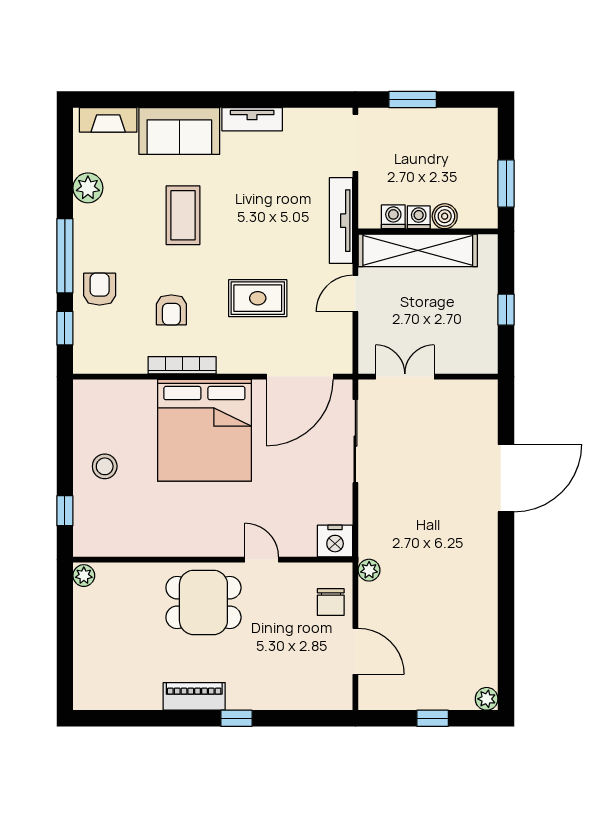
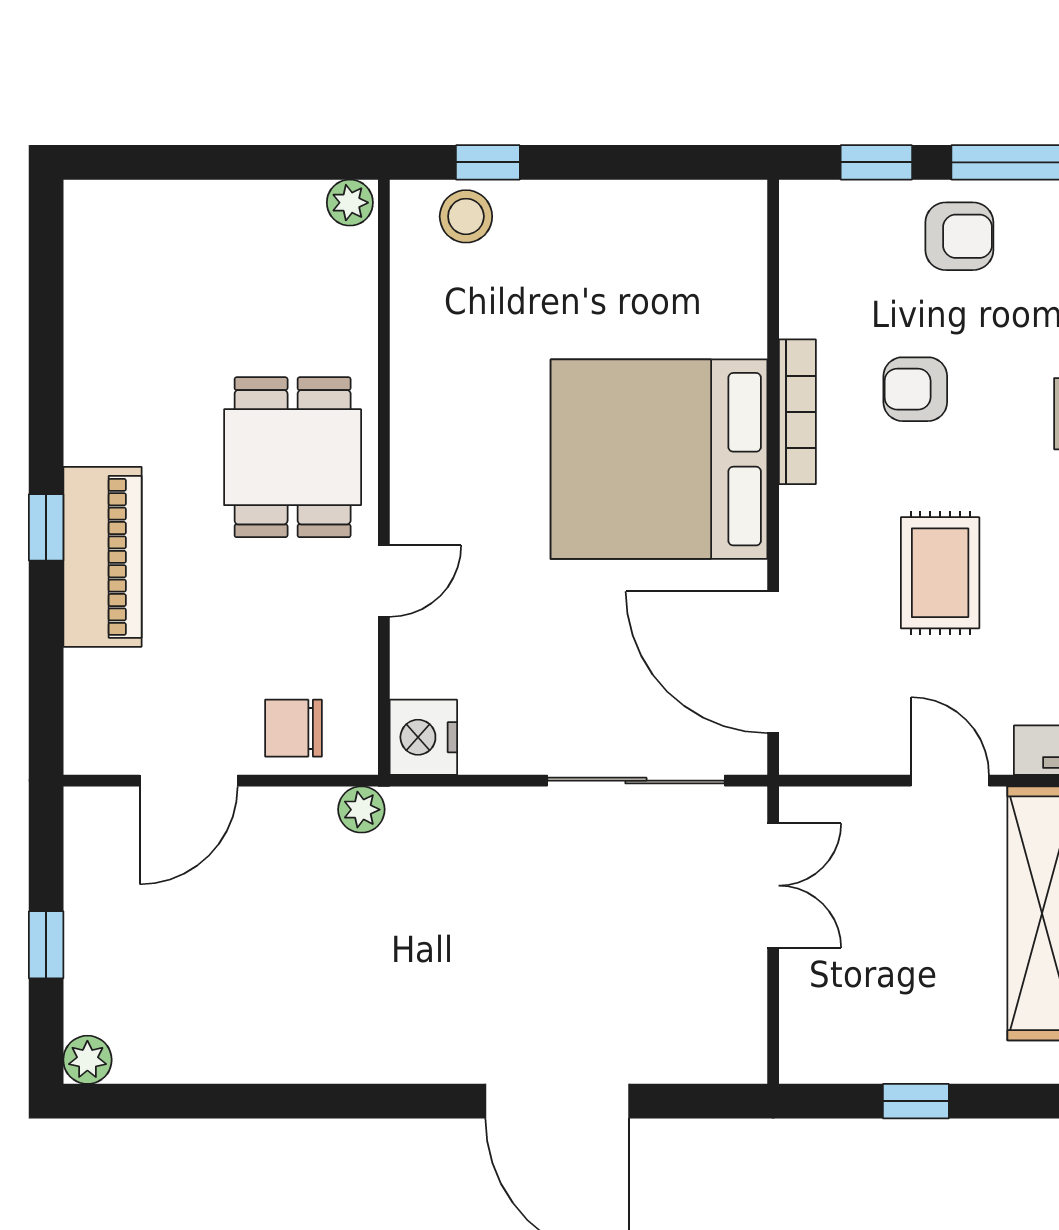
stool: (105, 466) -> (466, 216), moved
piano: (194, 696) -> (102, 557), moved, width x1.37, depth x1.33

